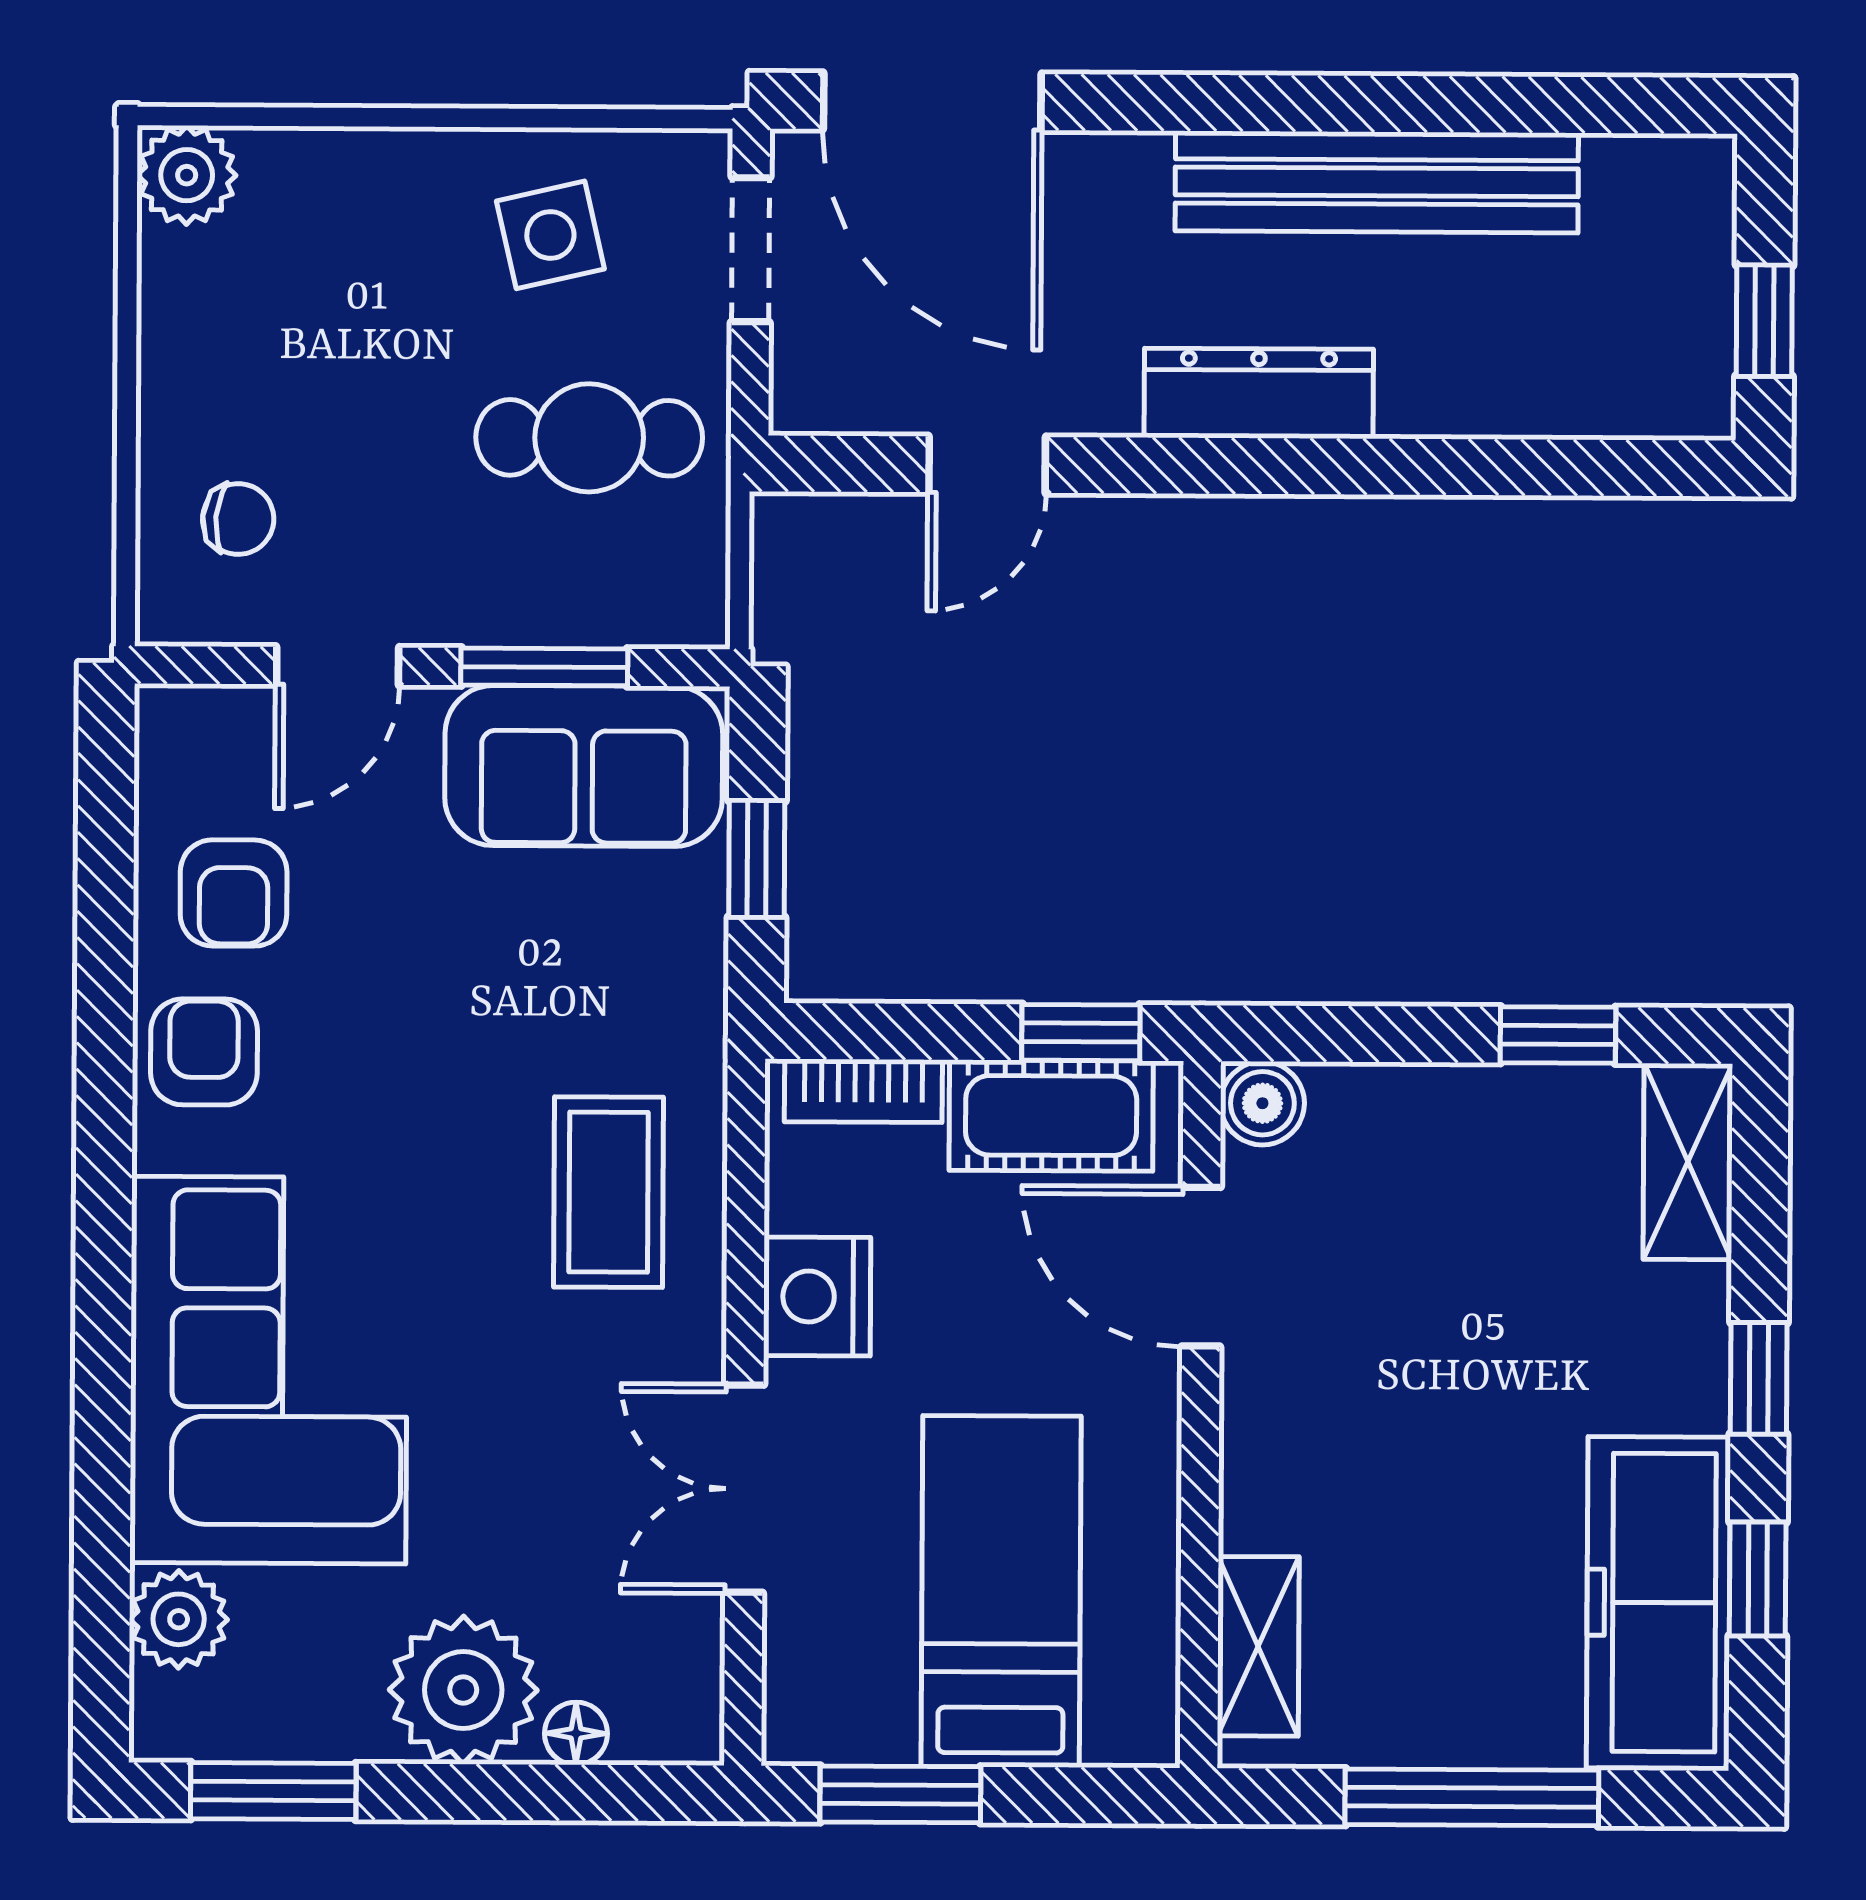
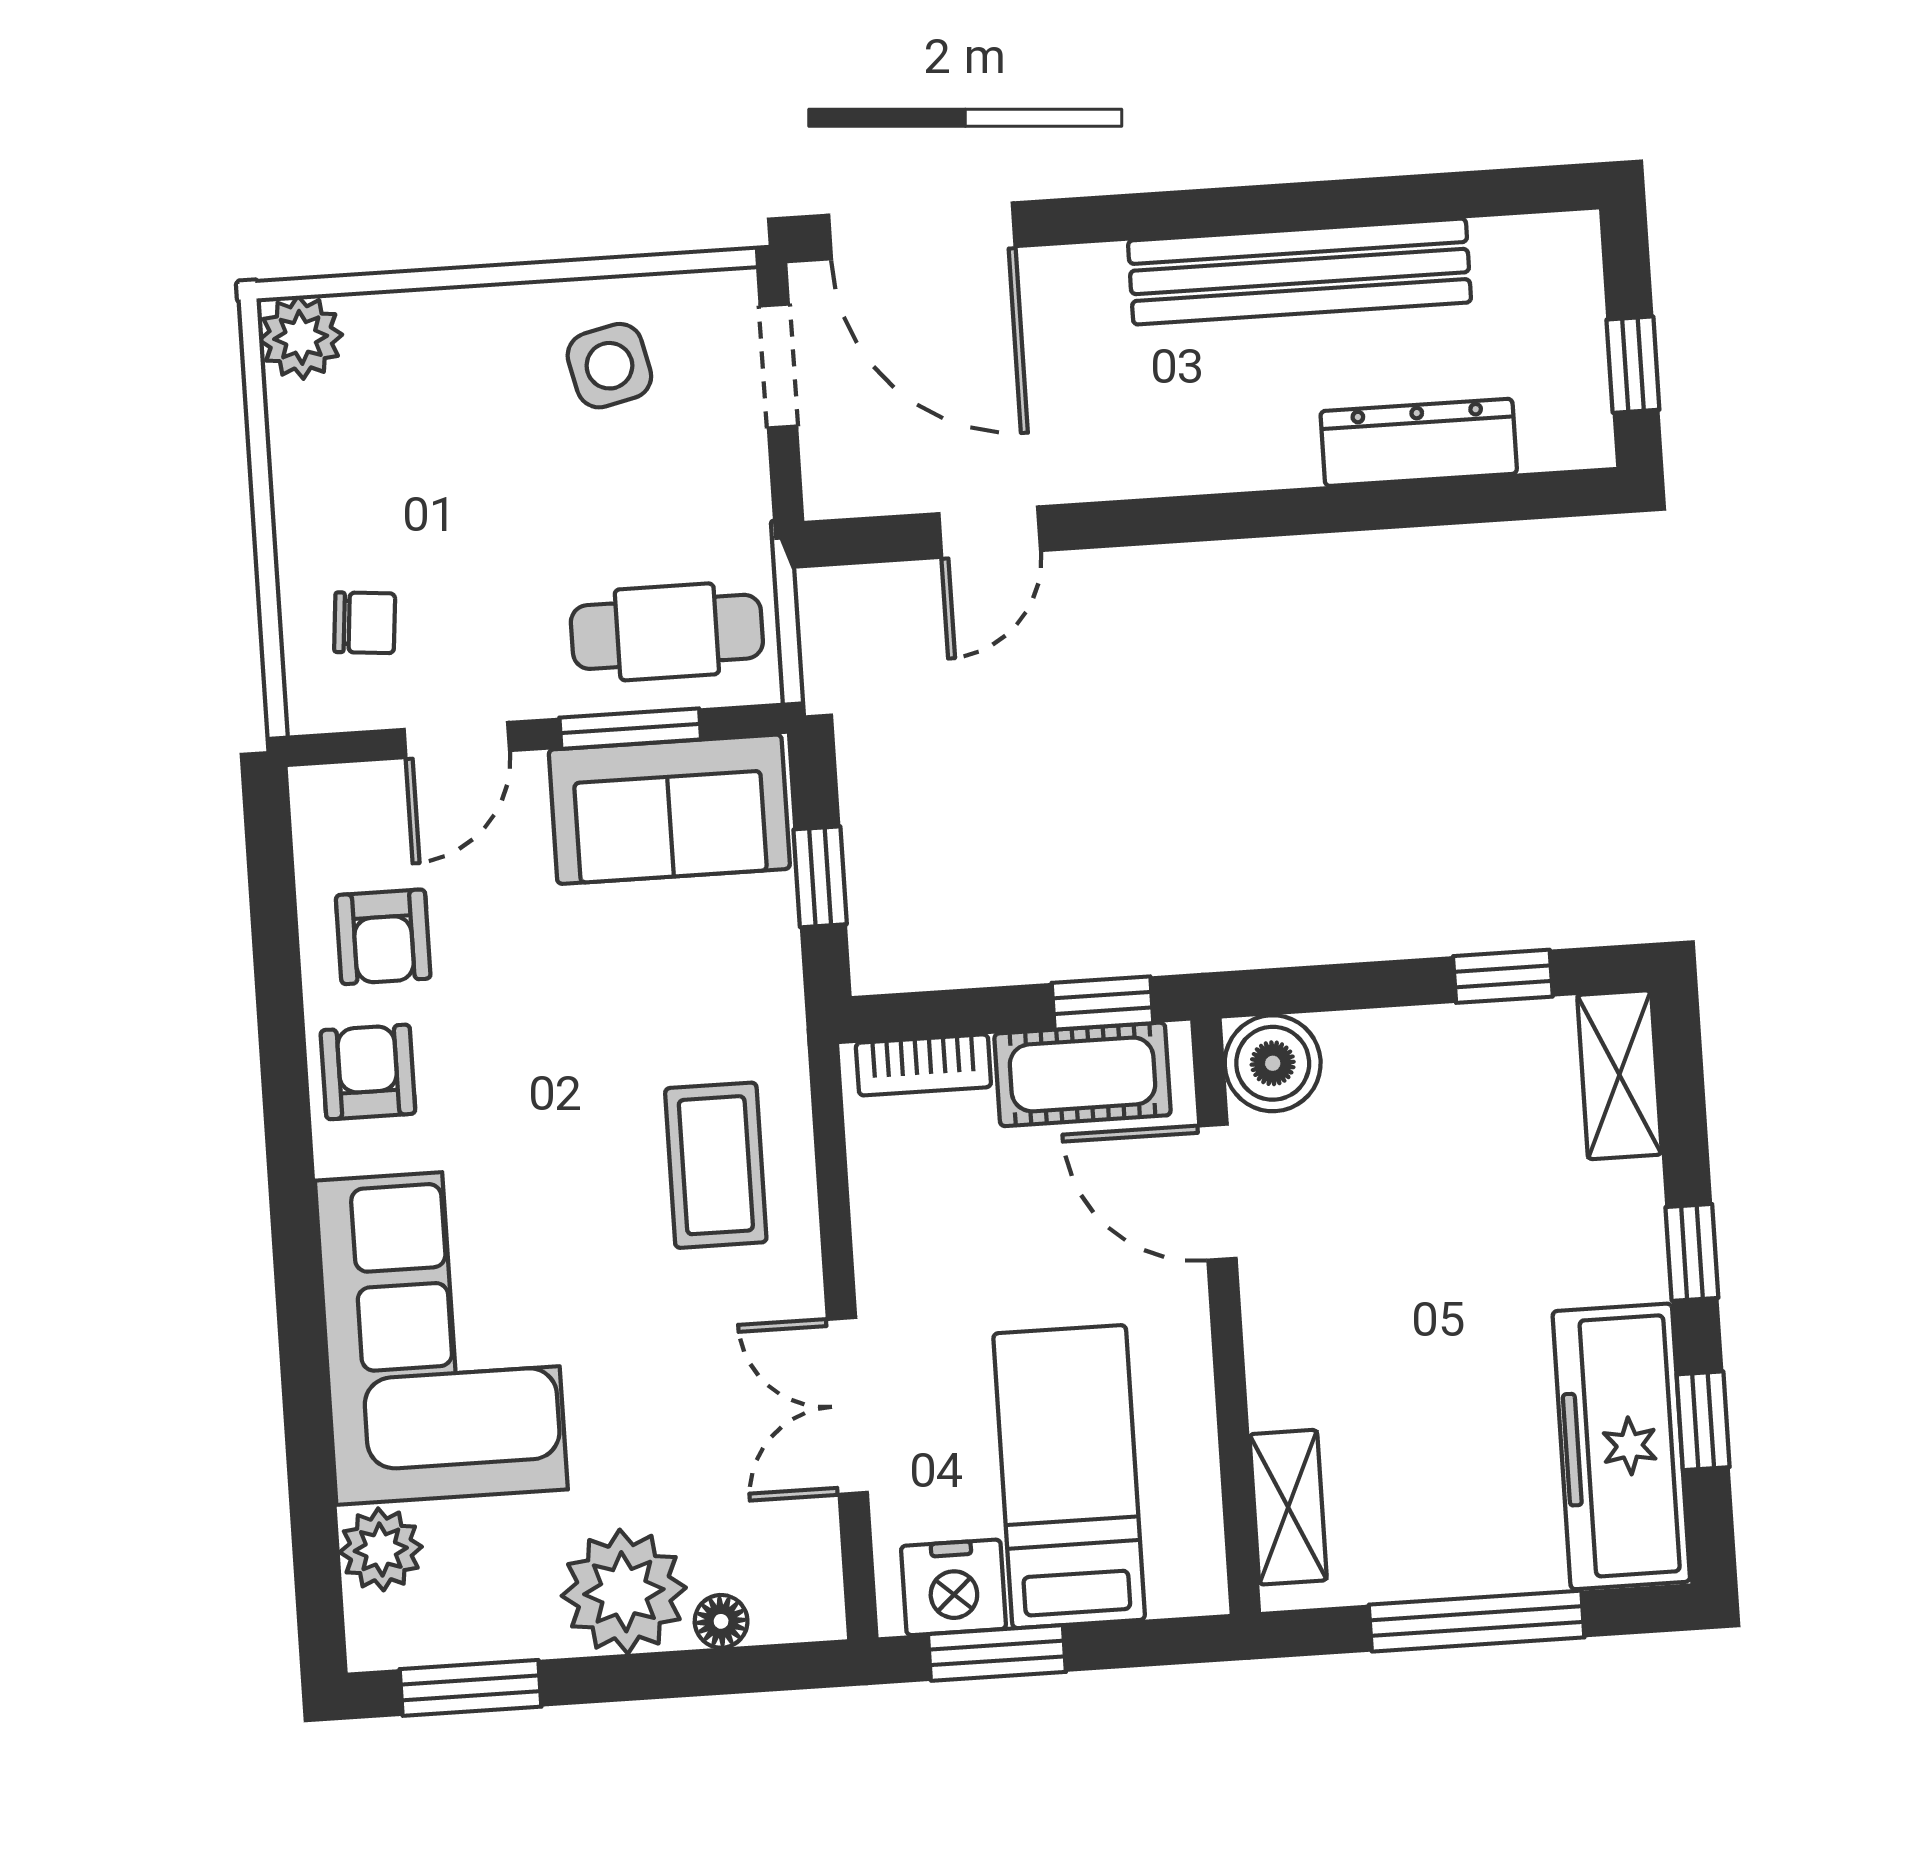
dresser: (1259, 393) -> (1419, 442), moved
cafe table: (589, 438) -> (667, 632), moved
boiler: (1262, 1103) -> (1273, 1063), width x1.36, depth x1.36
nightstand: (817, 1297) -> (954, 1587), moved, turned -90

